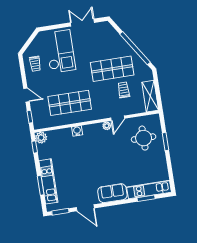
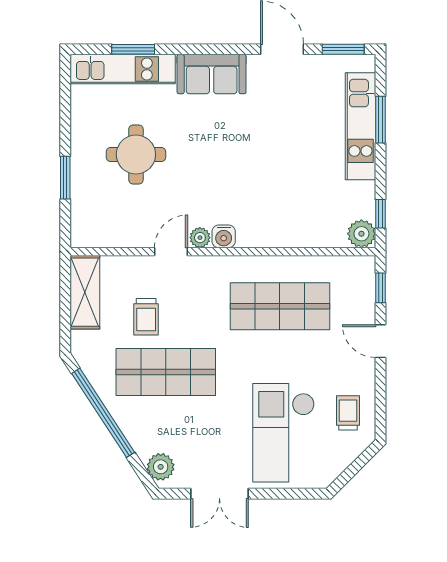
plant: (108, 30) -> (161, 467), added
water cooler: (77, 131) -> (224, 236), moved
round table: (144, 138) -> (136, 154), moved

